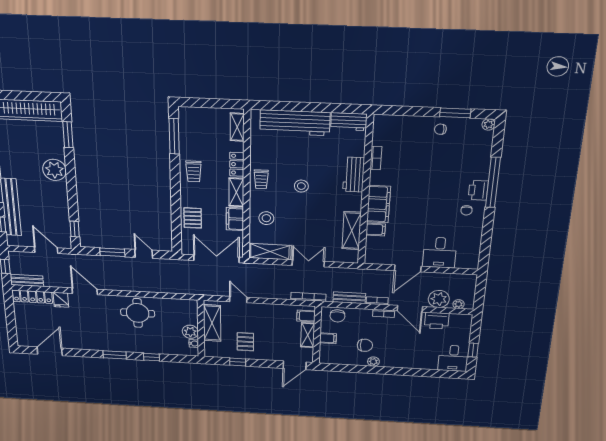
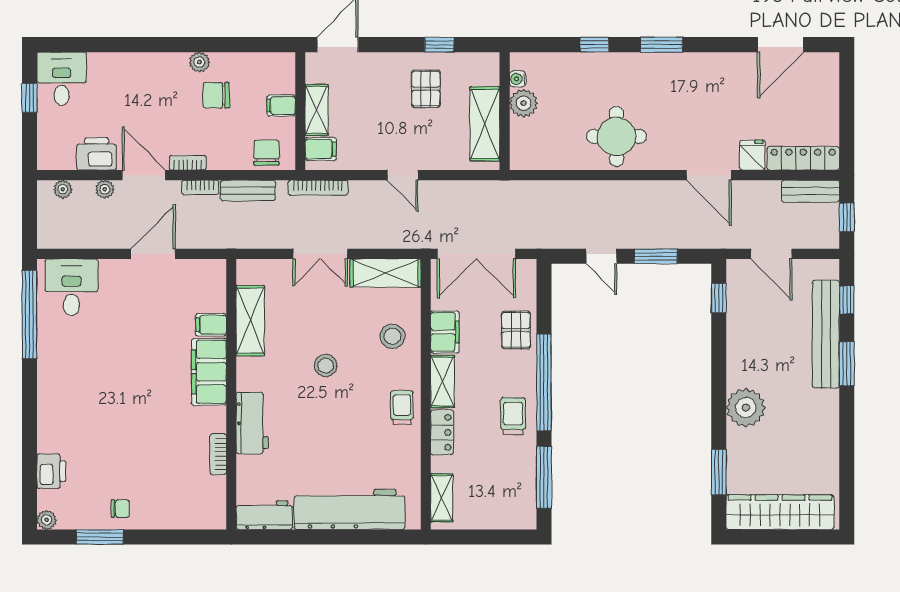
window: (493, 182) -> (29, 315), moved
stool: (301, 186) -> (326, 365), moved
window: (175, 189) -> (544, 382), added
printer: (478, 190) -> (51, 471), moved
chair: (466, 210) -> (66, 368), removed
desk: (440, 253) -> (71, 287), moved
plant: (439, 299) -> (105, 189), width x0.53, depth x0.53
door: (238, 300) -> (403, 175), moved

